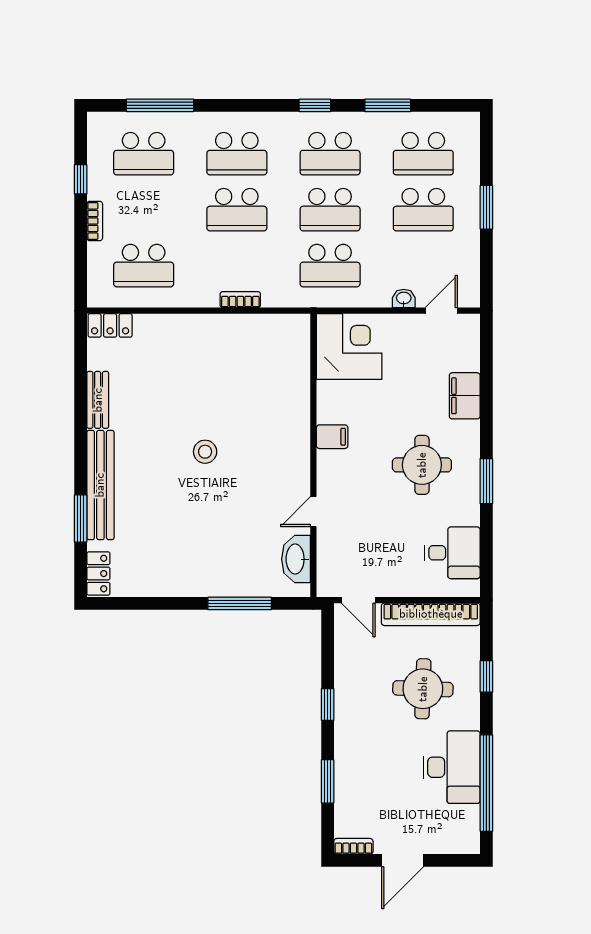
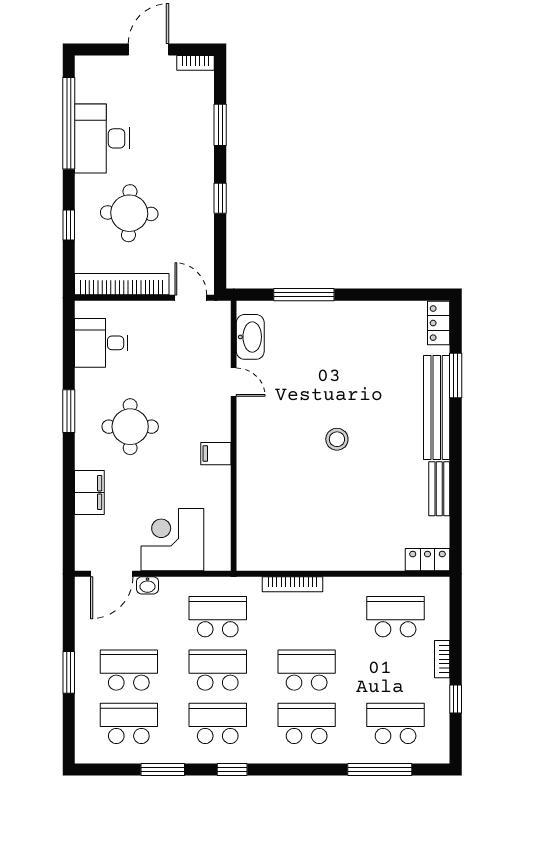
bookcase: (240, 300) -> (293, 584), width x1.56
door: (441, 311) -> (112, 574), width x1.38
corner desk: (349, 346) -> (172, 540), moved, turned 90
door: (313, 512) -> (234, 382), hinge flipped

